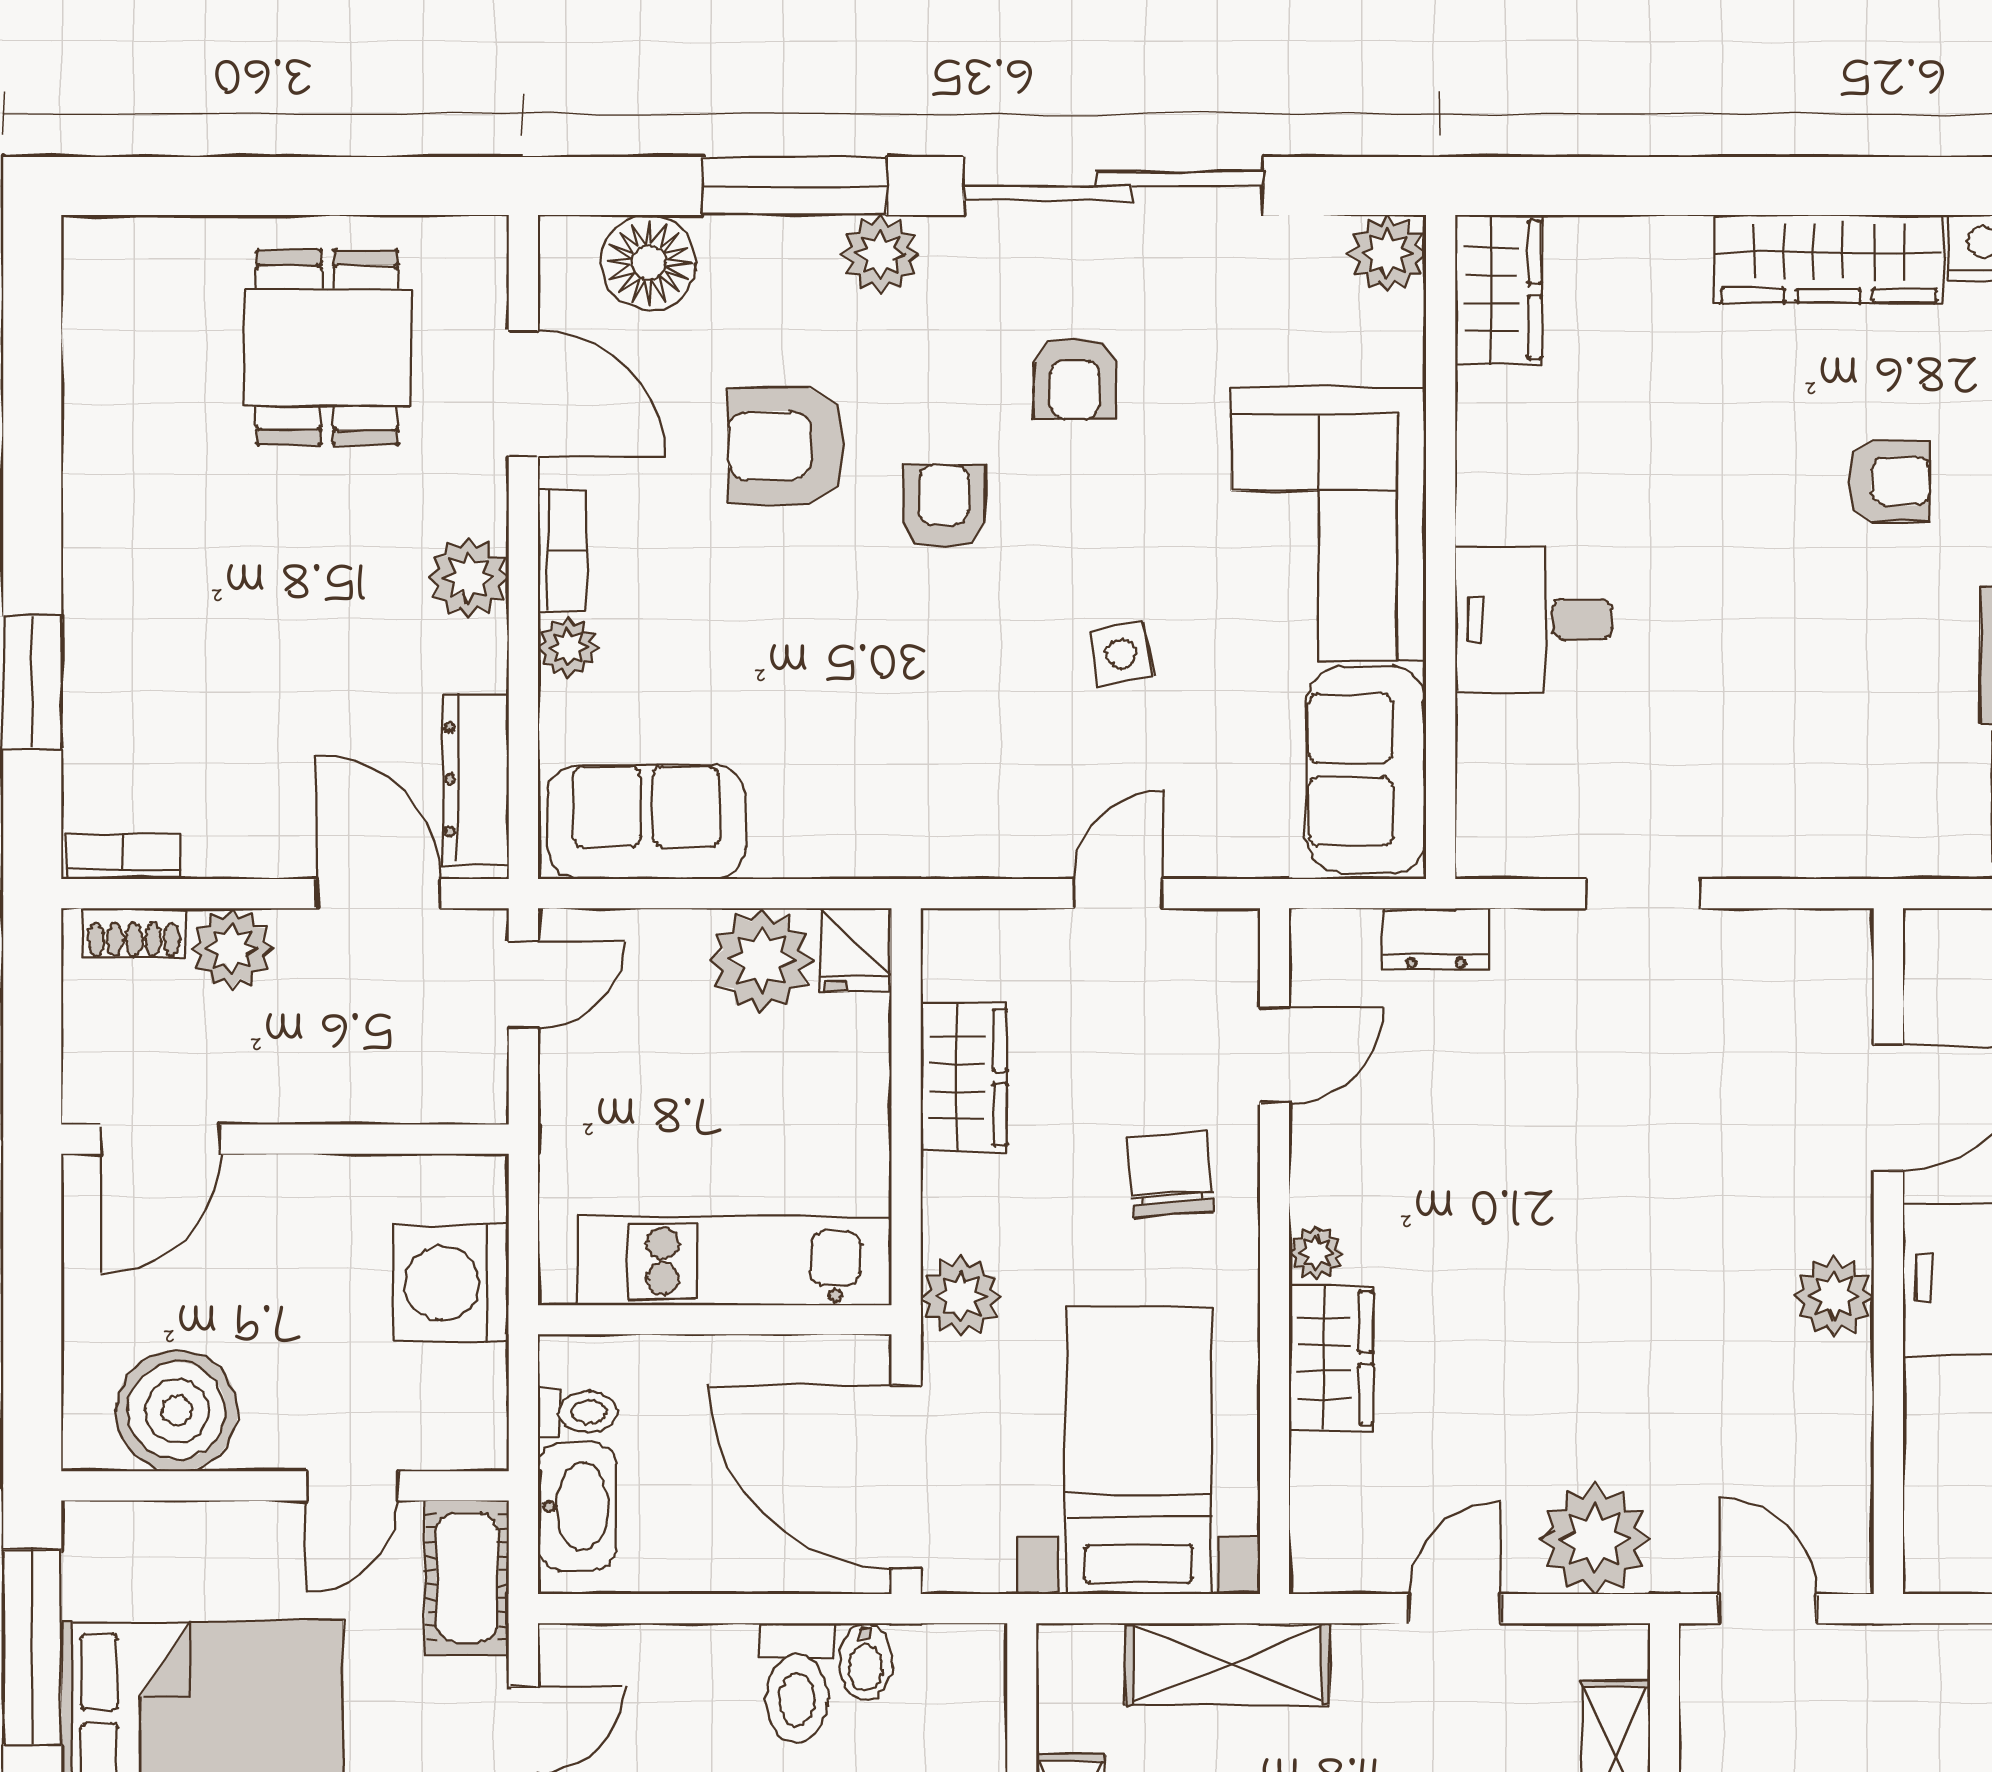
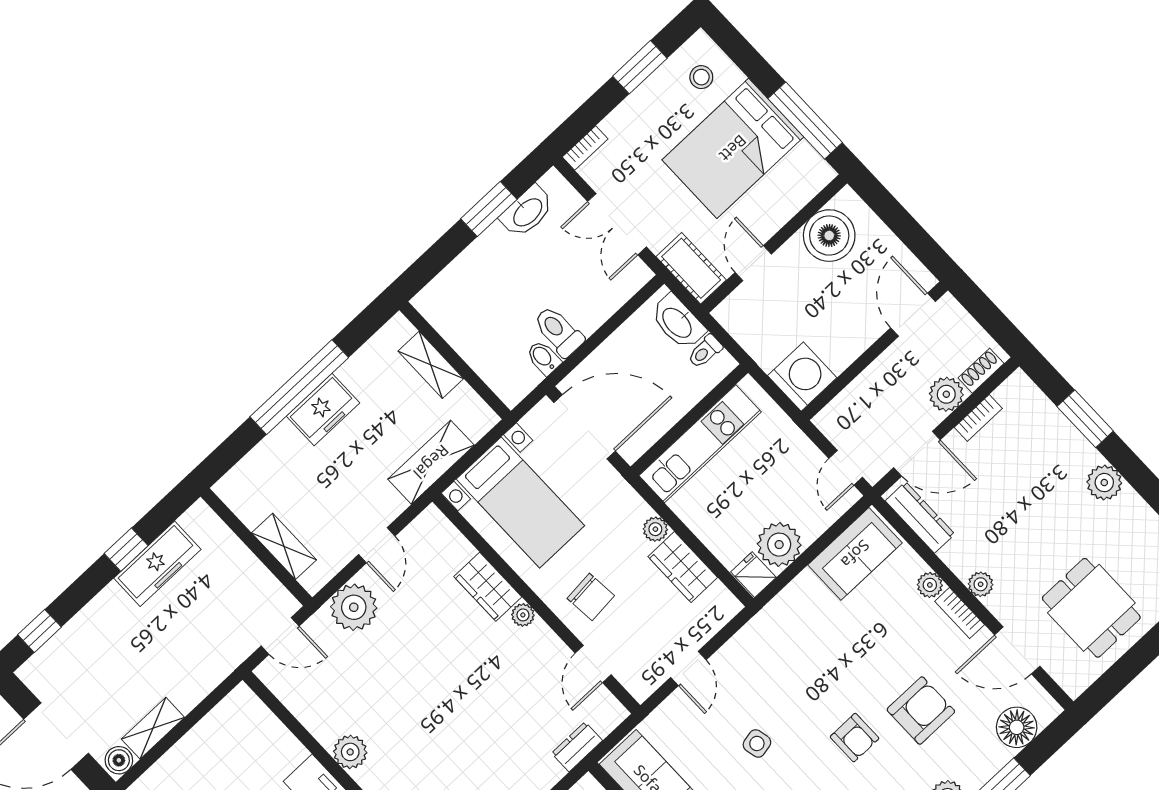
plant: (103, 542) -> (1104, 483), added
plant: (468, 578) -> (981, 584), width x0.73, depth x0.73
bookcase: (123, 856) -> (978, 418), moved
washing machine: (451, 1283) -> (802, 377), moved
plant: (961, 1296) -> (655, 529), moved, width x0.73, depth x0.73

